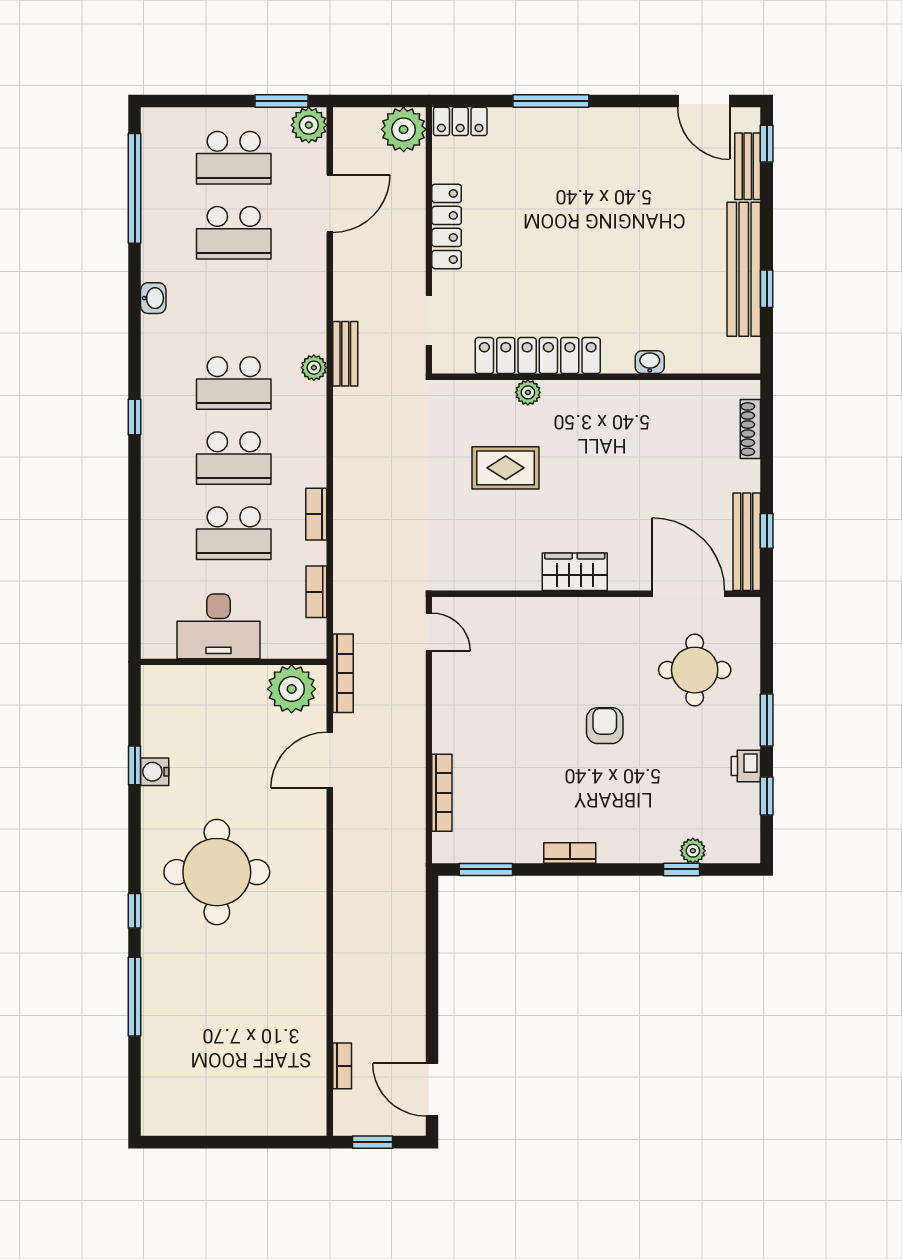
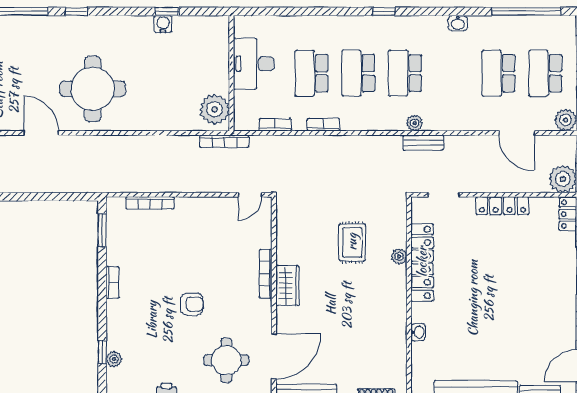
bookcase: (556, 607) -> (266, 274), added
door: (330, 760) -> (41, 133), moved
round table: (217, 872) -> (93, 89), moved

